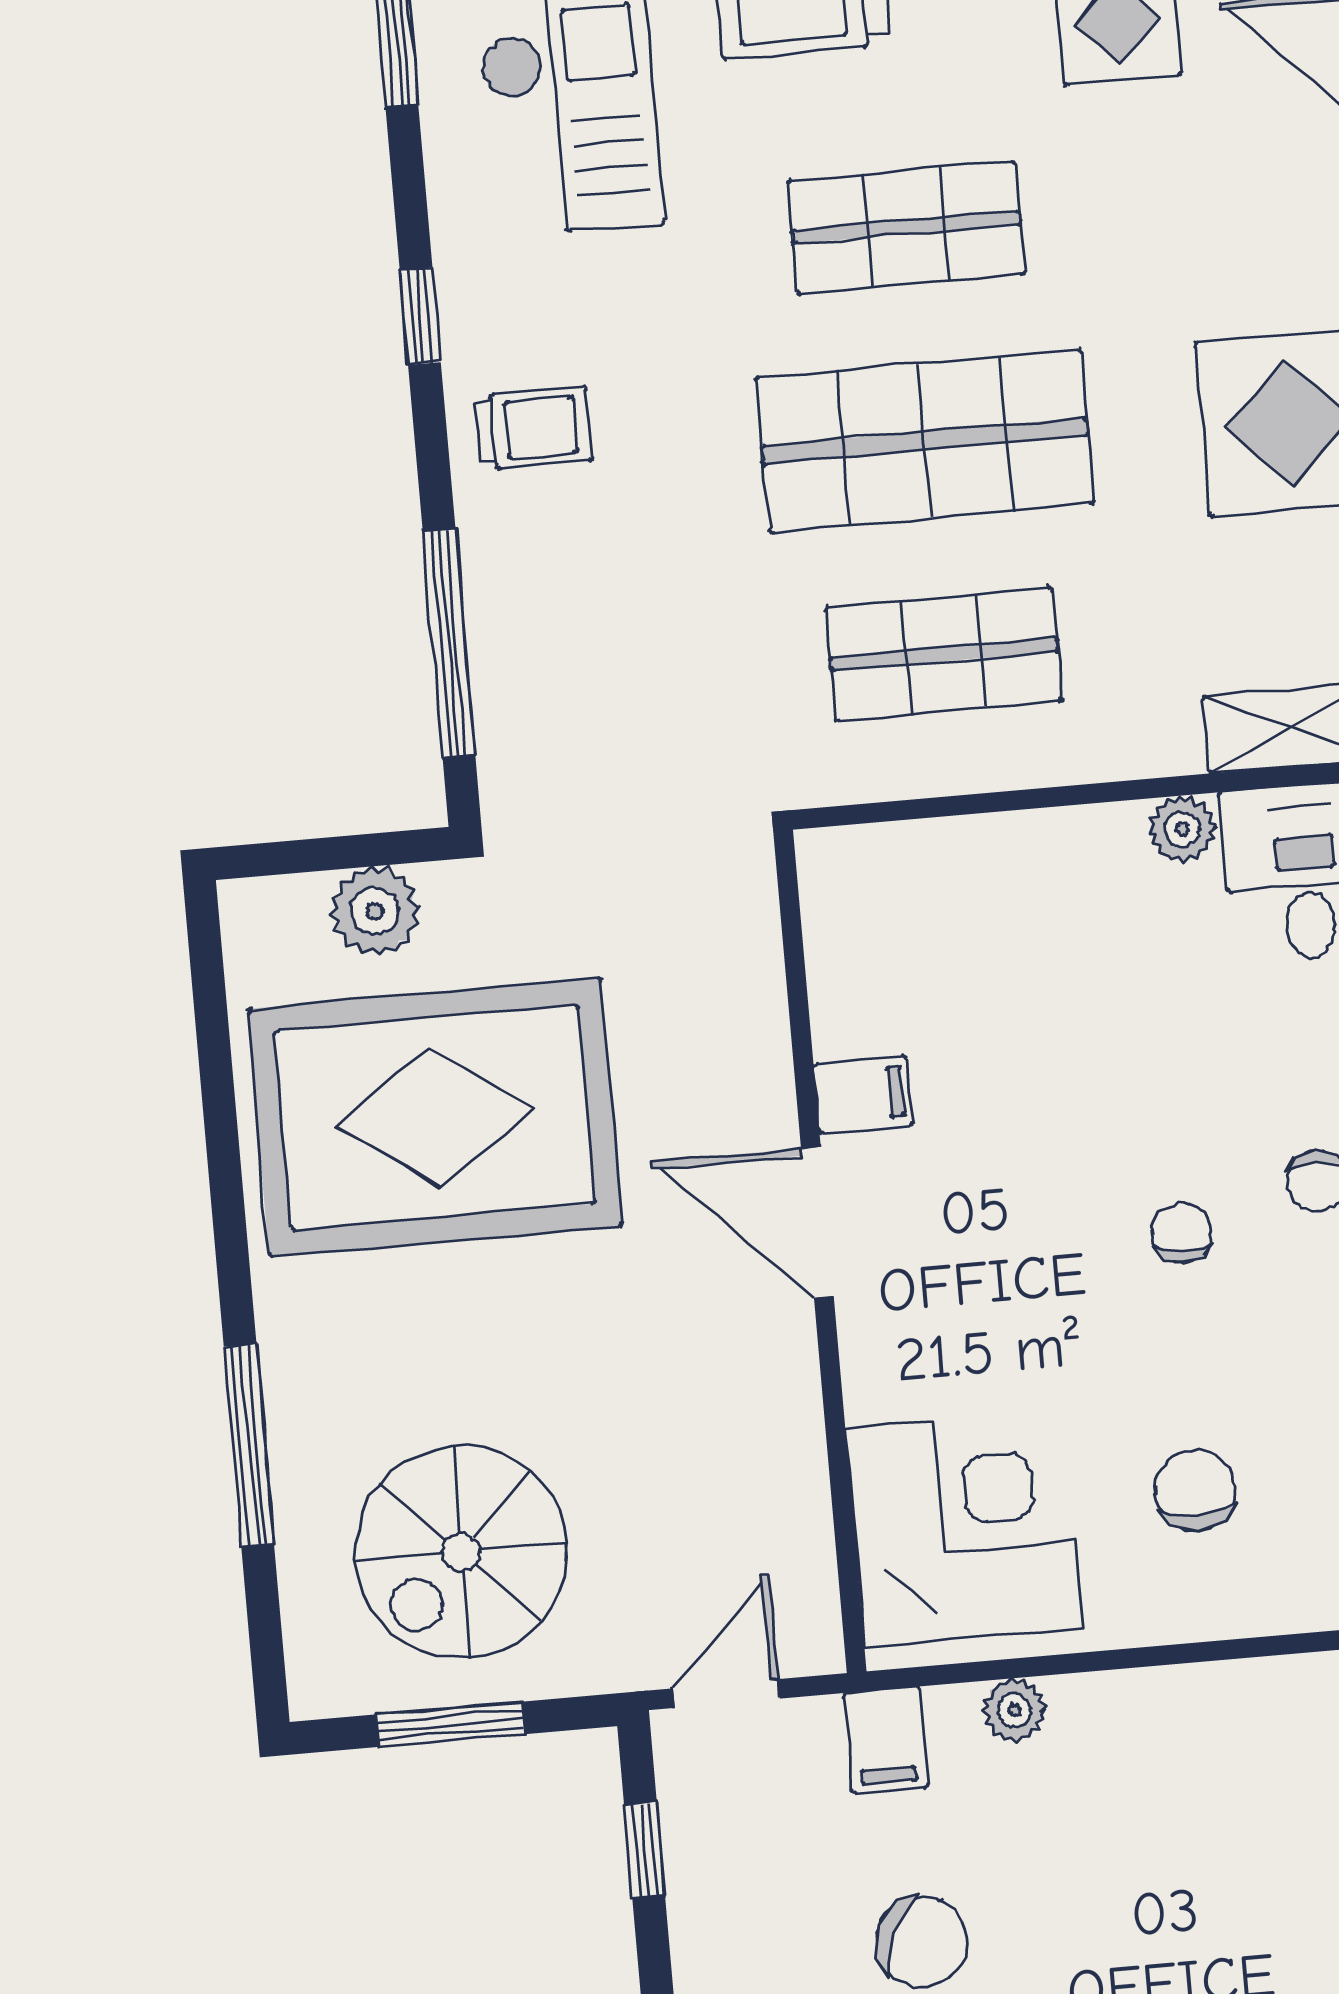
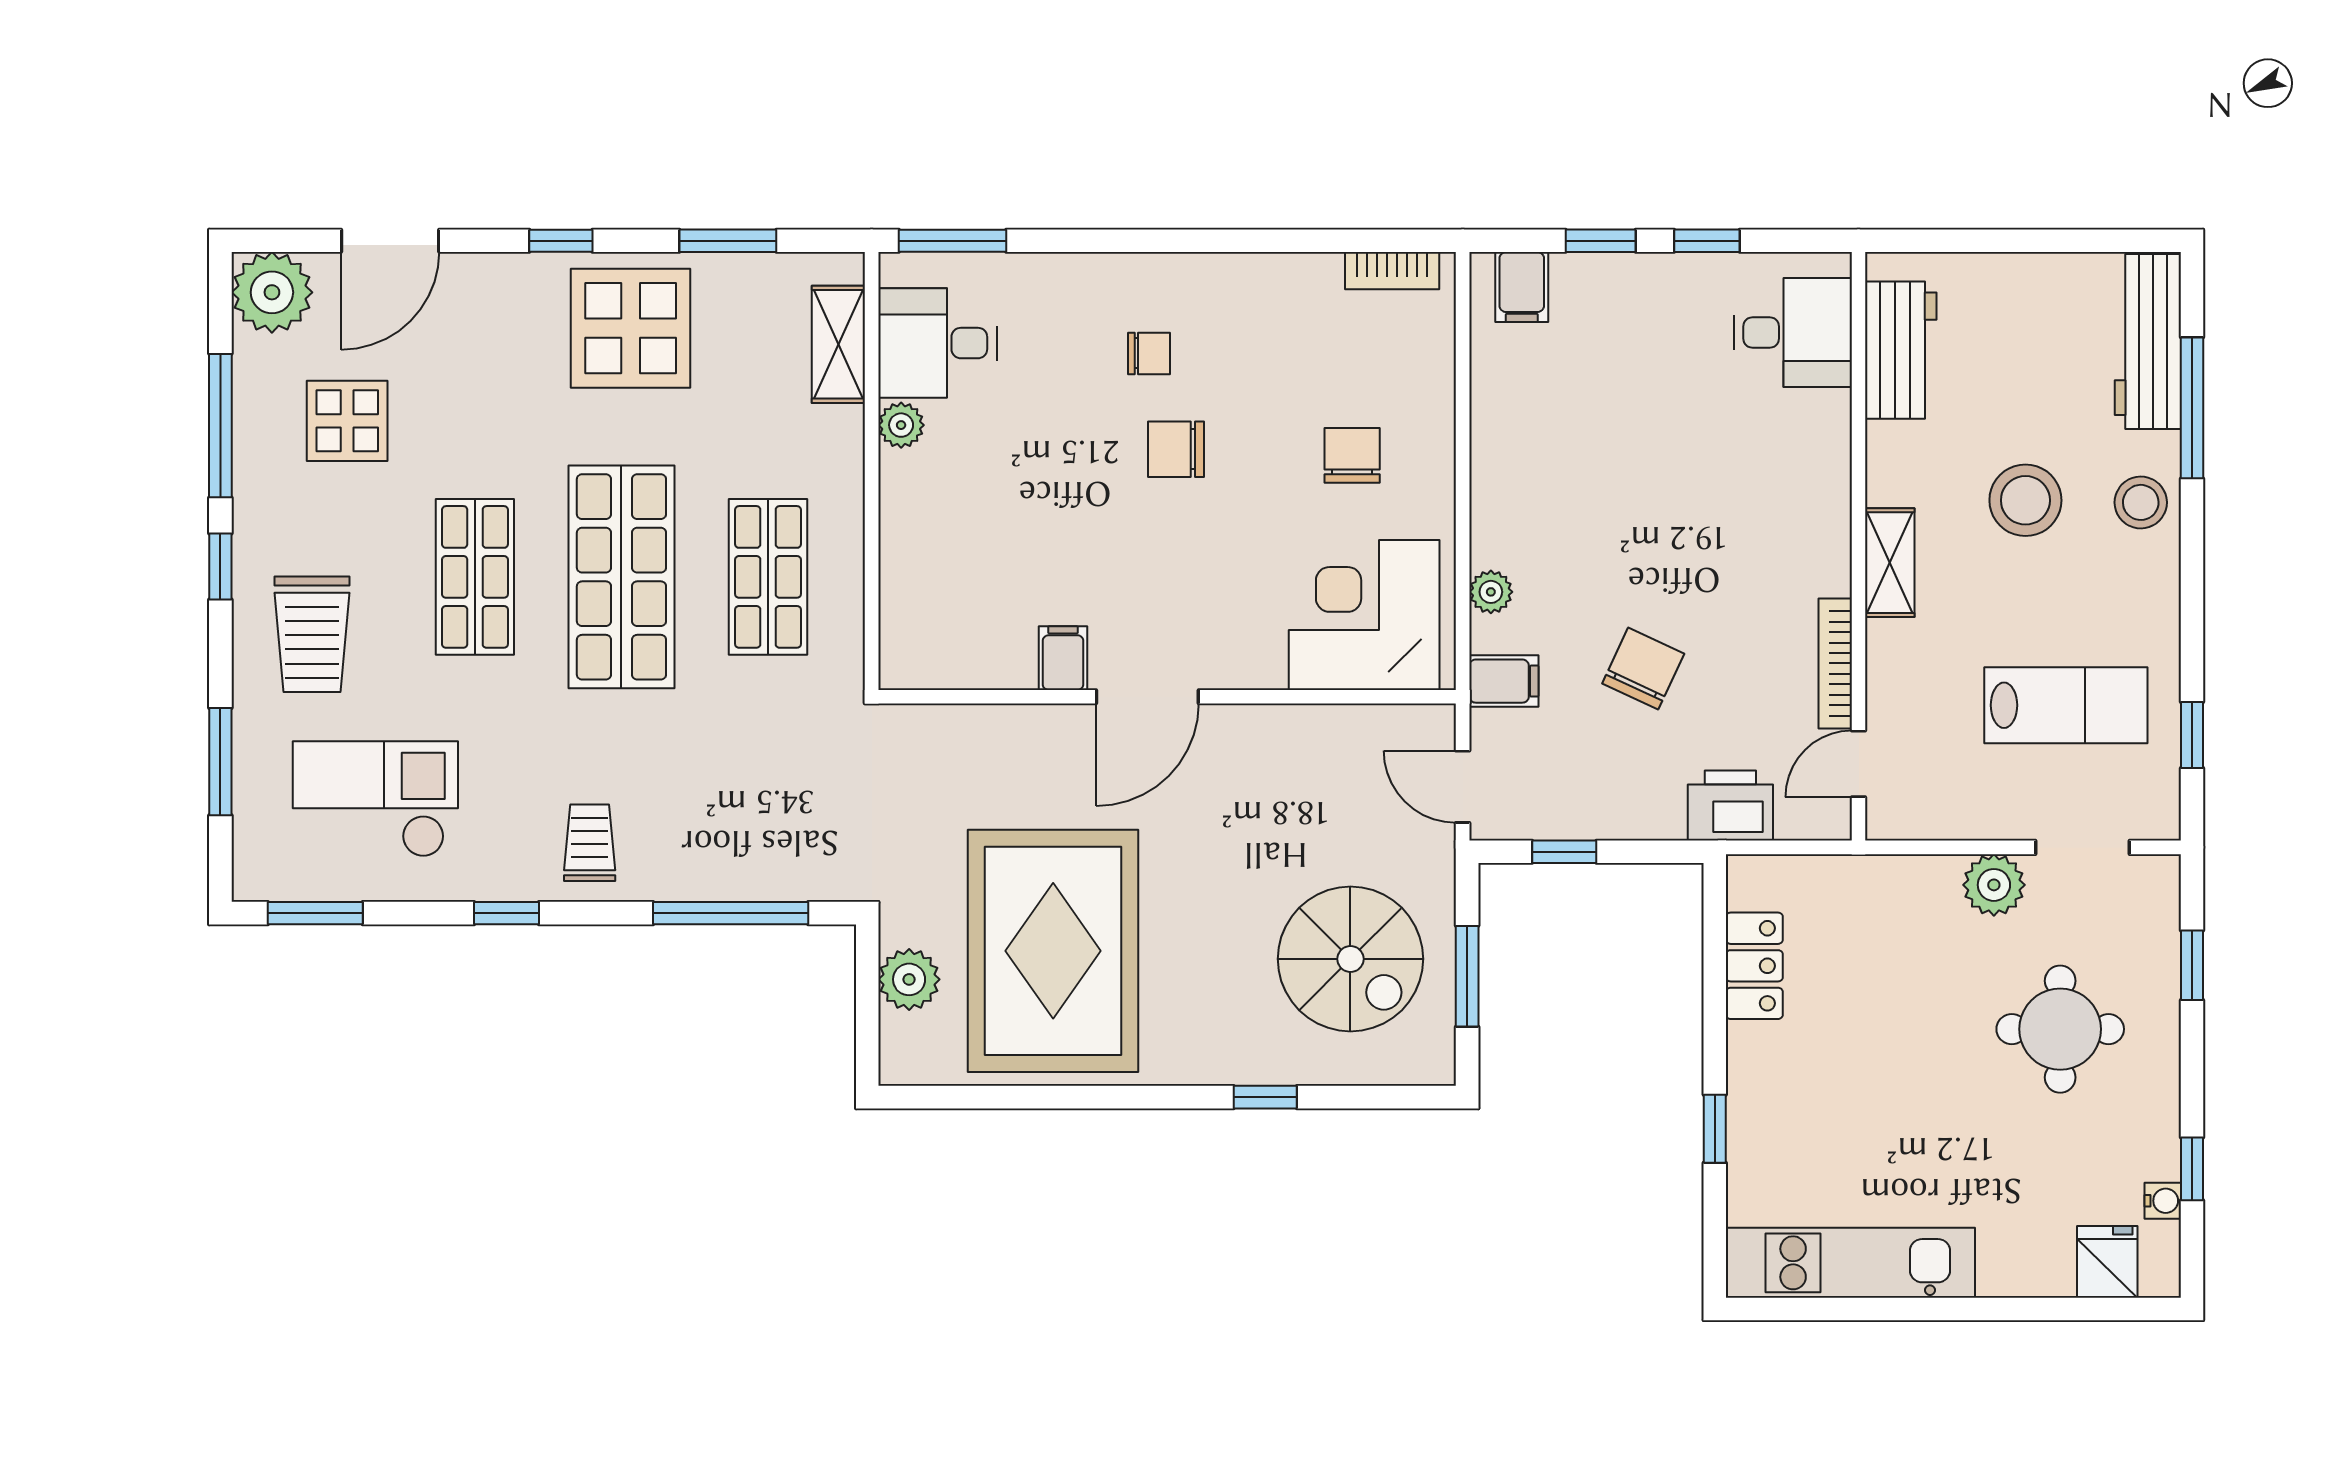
chair: (1182, 1233) -> (1176, 449), width x1.37, depth x1.37
window: (249, 1445) -> (1265, 1097), width x0.46
chair: (1195, 1490) -> (1352, 455), turned 90

